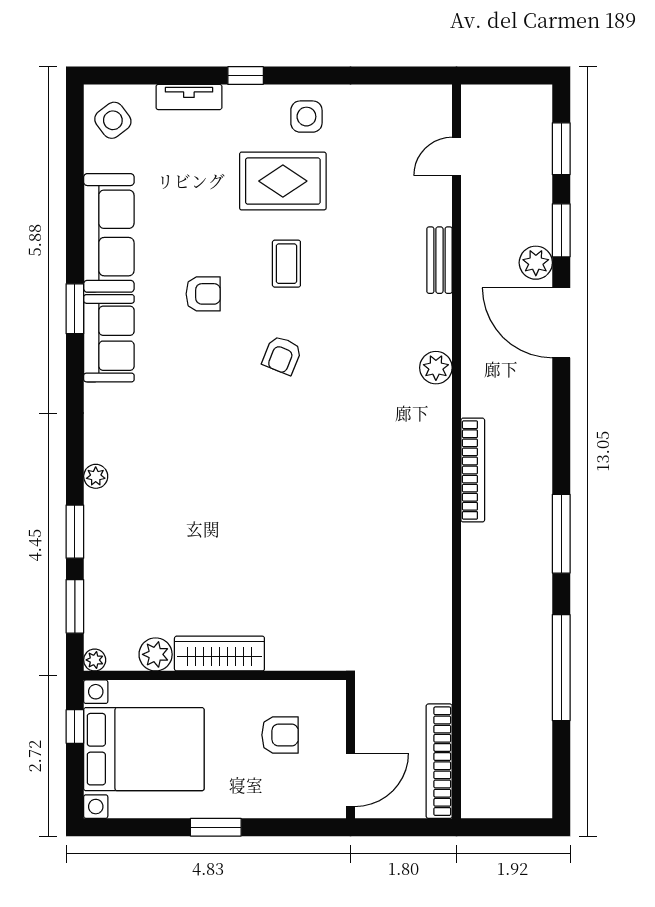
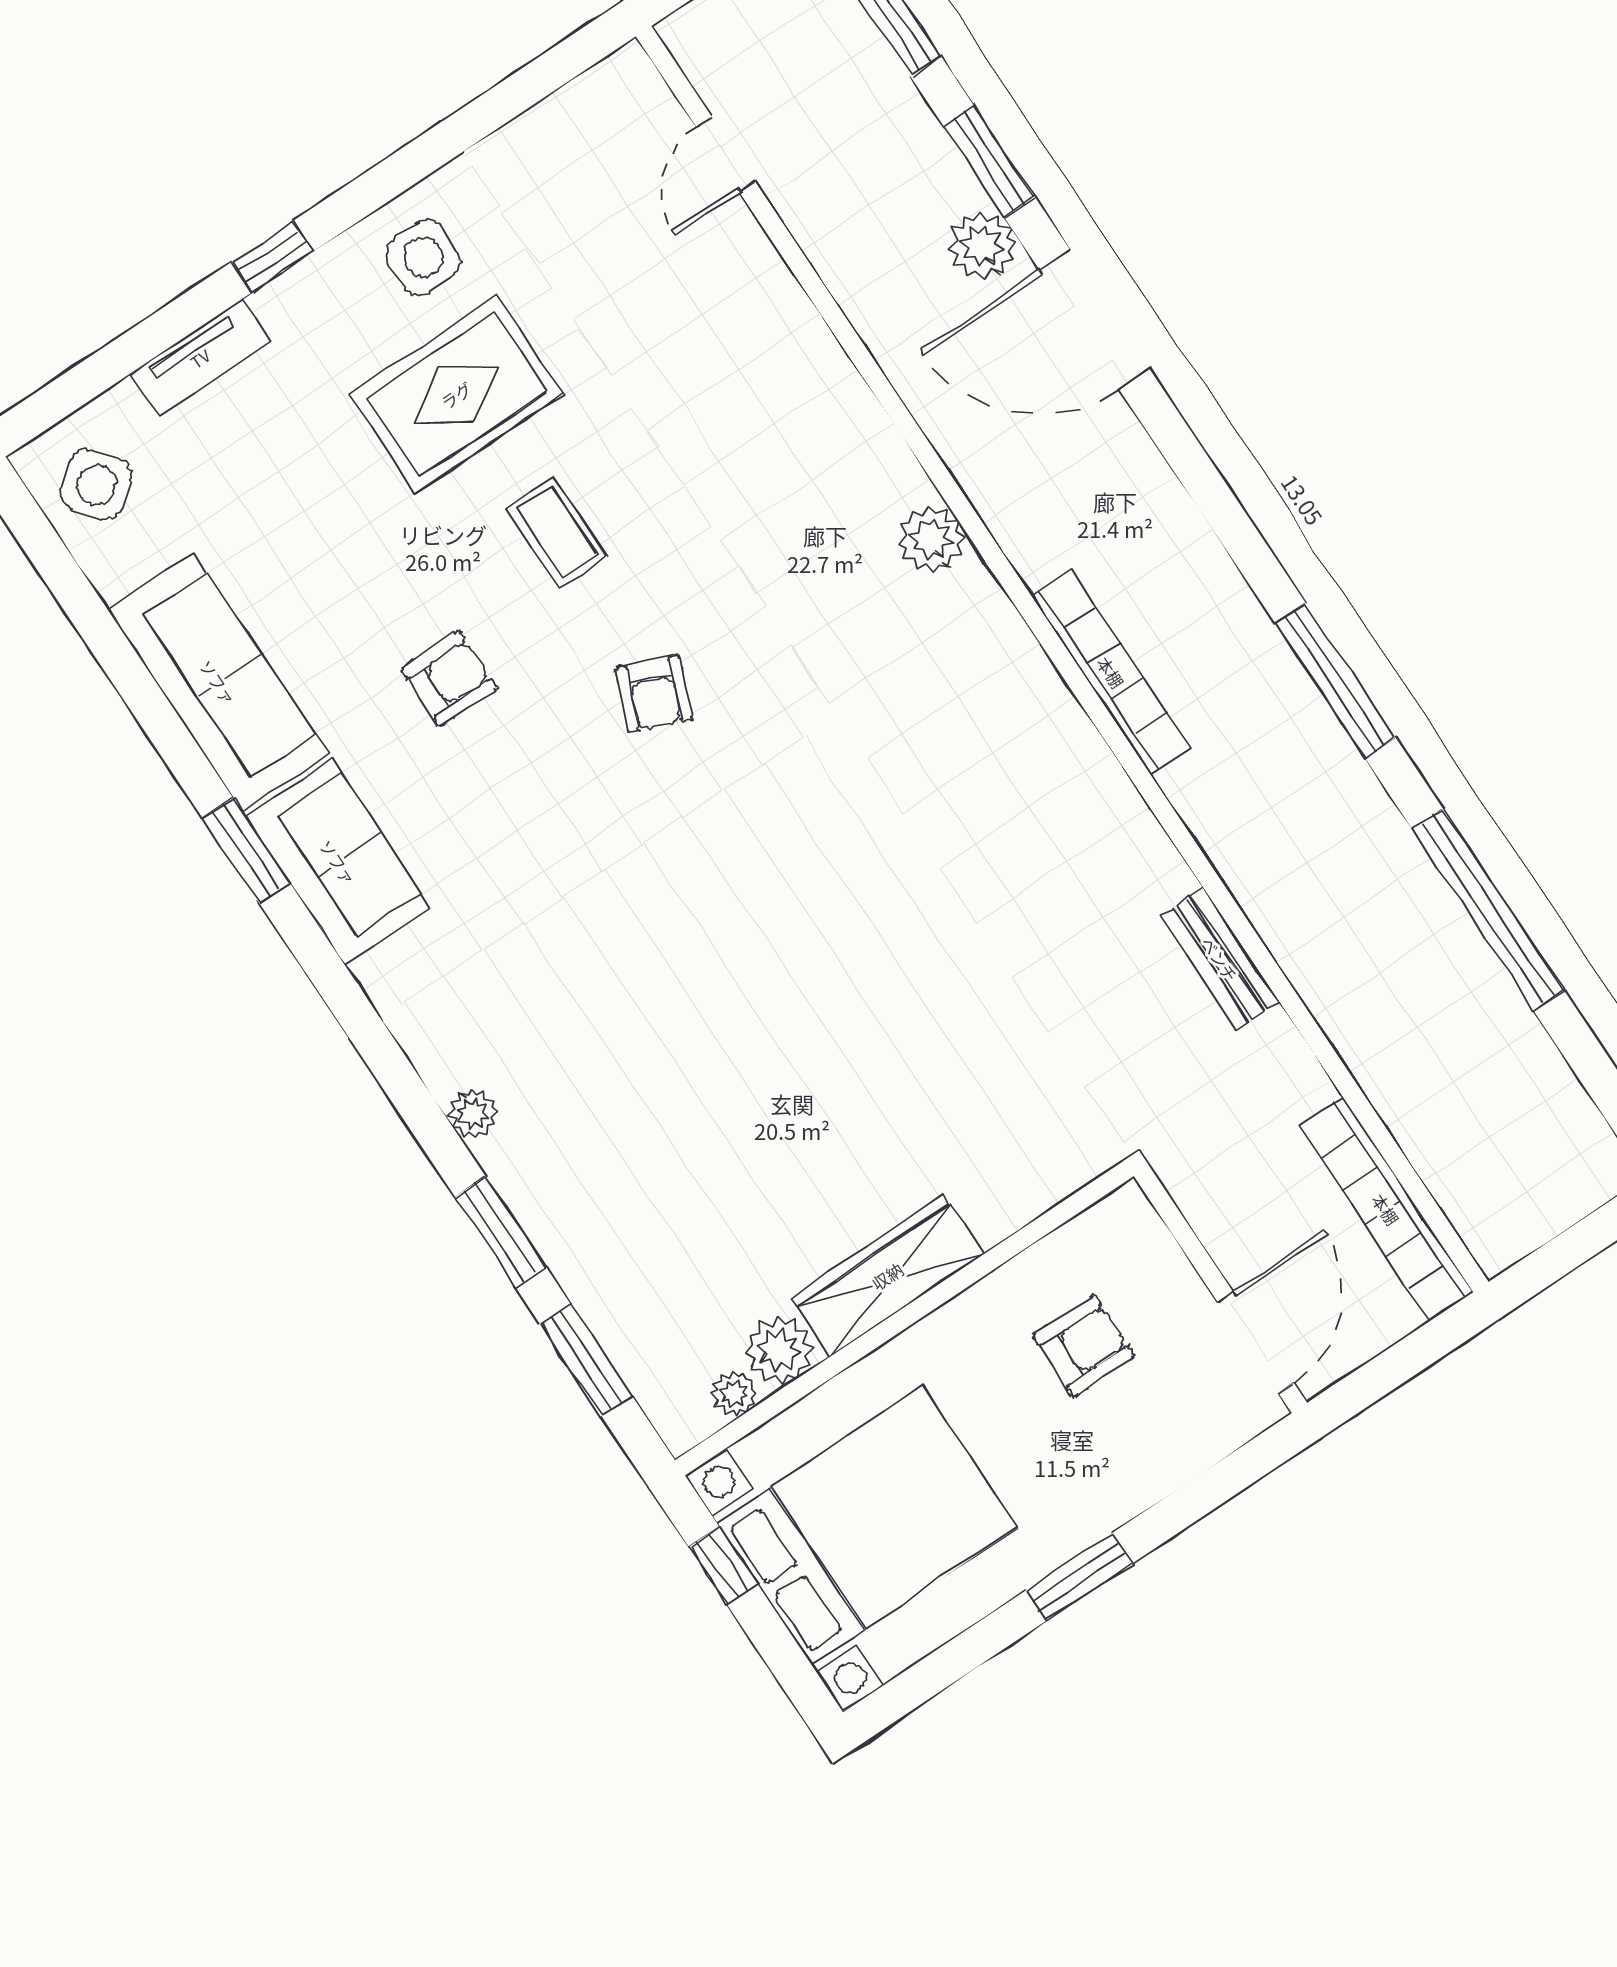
bench: (439, 260) -> (1220, 959), moved
plant: (95, 660) -> (734, 1394), moved

